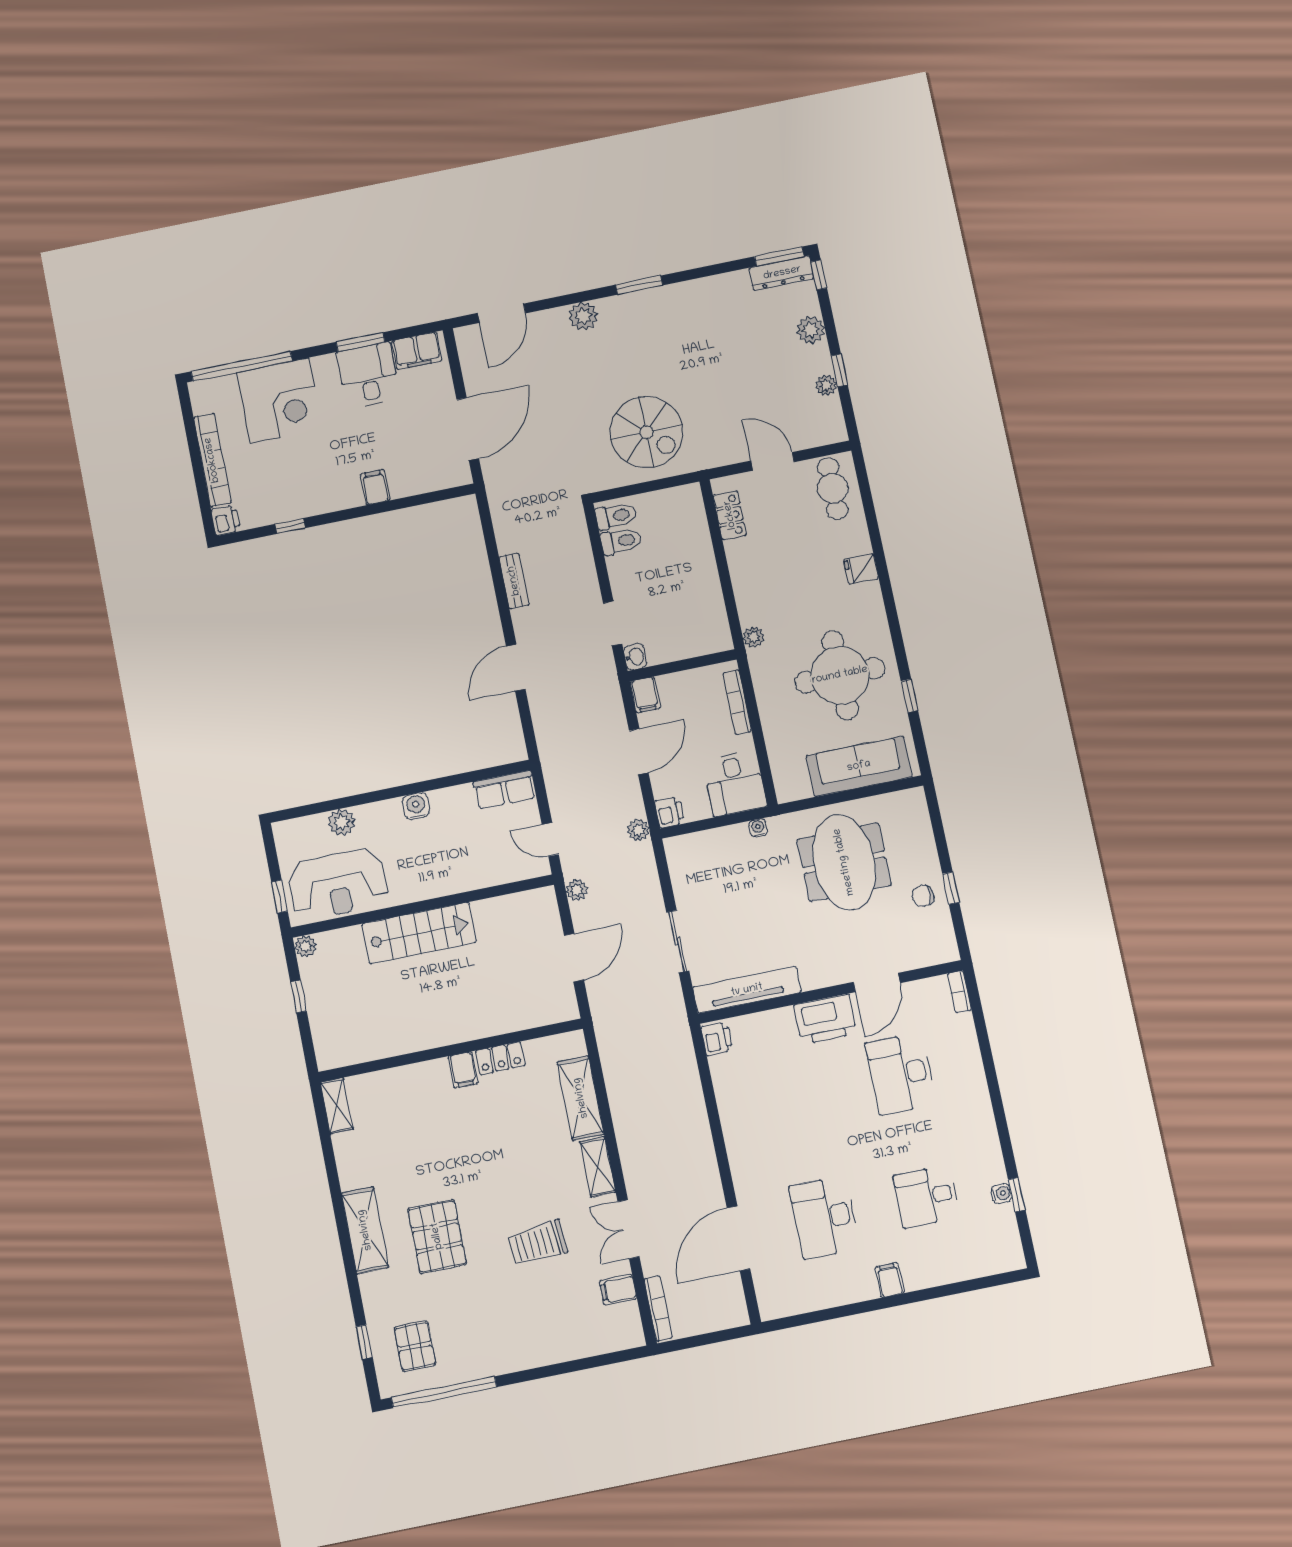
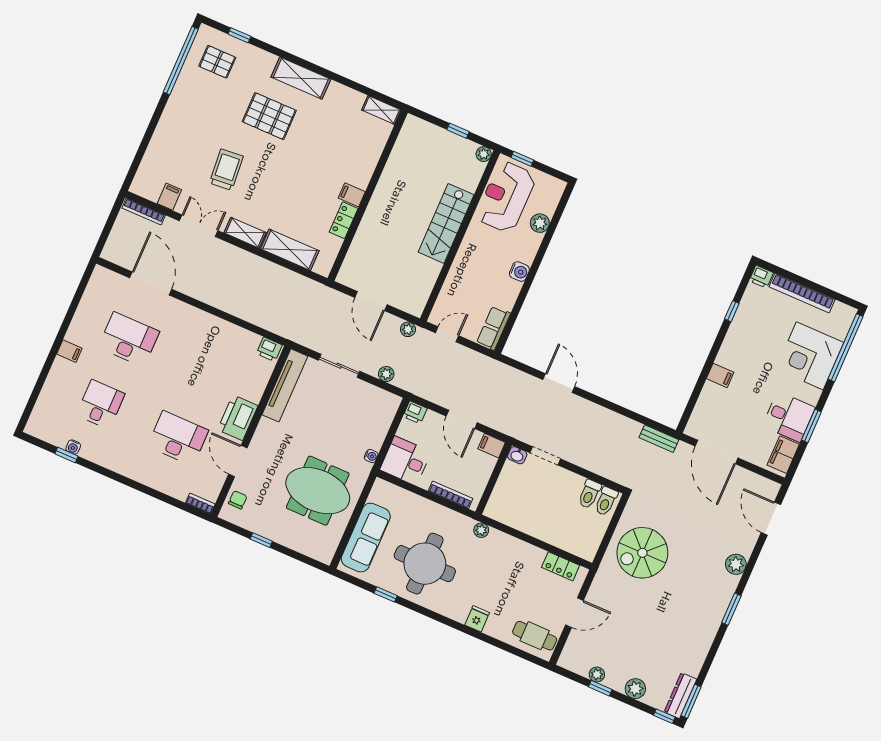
bench: (514, 581) -> (659, 439), moved
plant: (638, 830) -> (386, 374), moved
chair: (923, 896) -> (238, 500), moved

